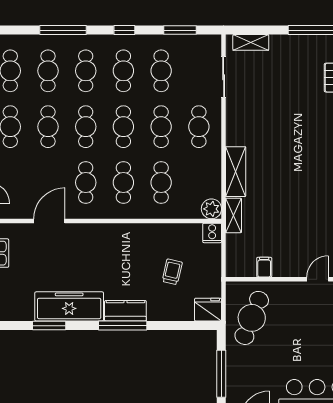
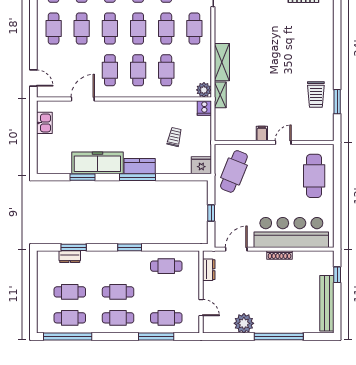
filing cabinet: (264, 267) -> (262, 133), moved
window: (221, 374) -> (211, 213), width x0.46

